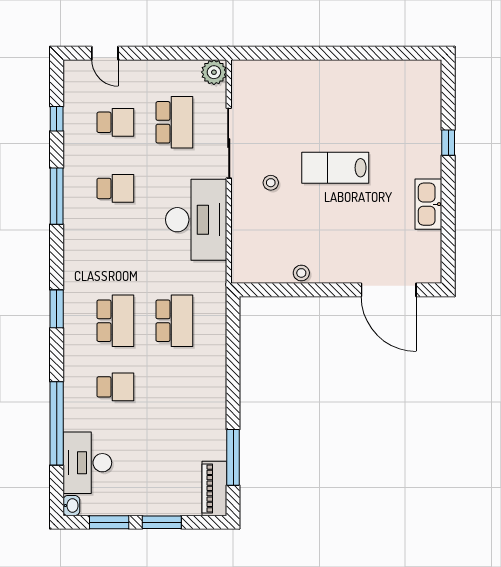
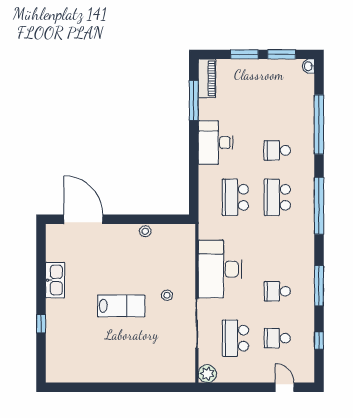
window: (57, 309) -> (319, 206), width x2.11
desk: (87, 463) -> (216, 143), moved, turned 180

